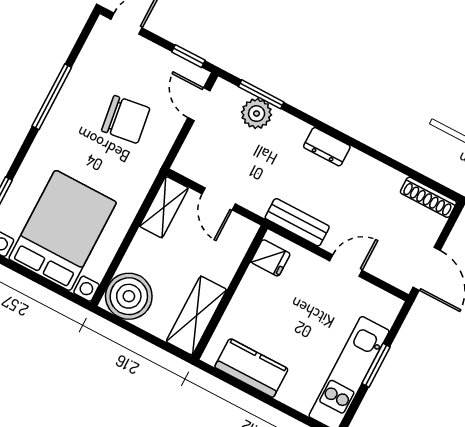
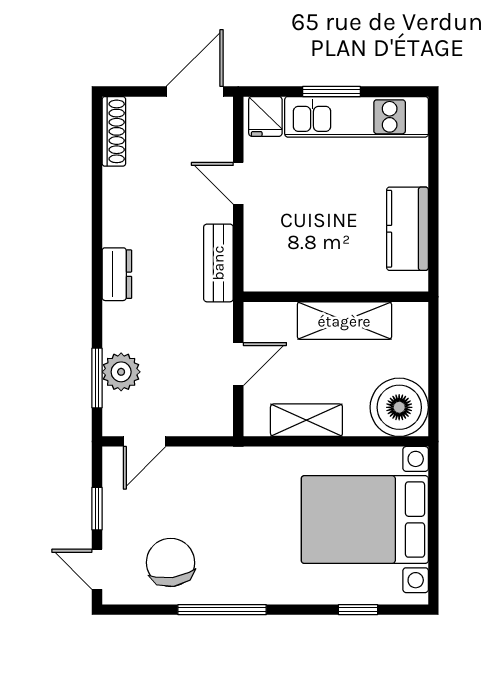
window: (188, 56) -> (97, 509), moved
chair: (126, 119) -> (171, 562), moved
shelving: (164, 207) -> (306, 420), moved
fridge: (271, 258) -> (265, 116), moved, turned 180
shelving: (196, 316) -> (344, 321), moved

